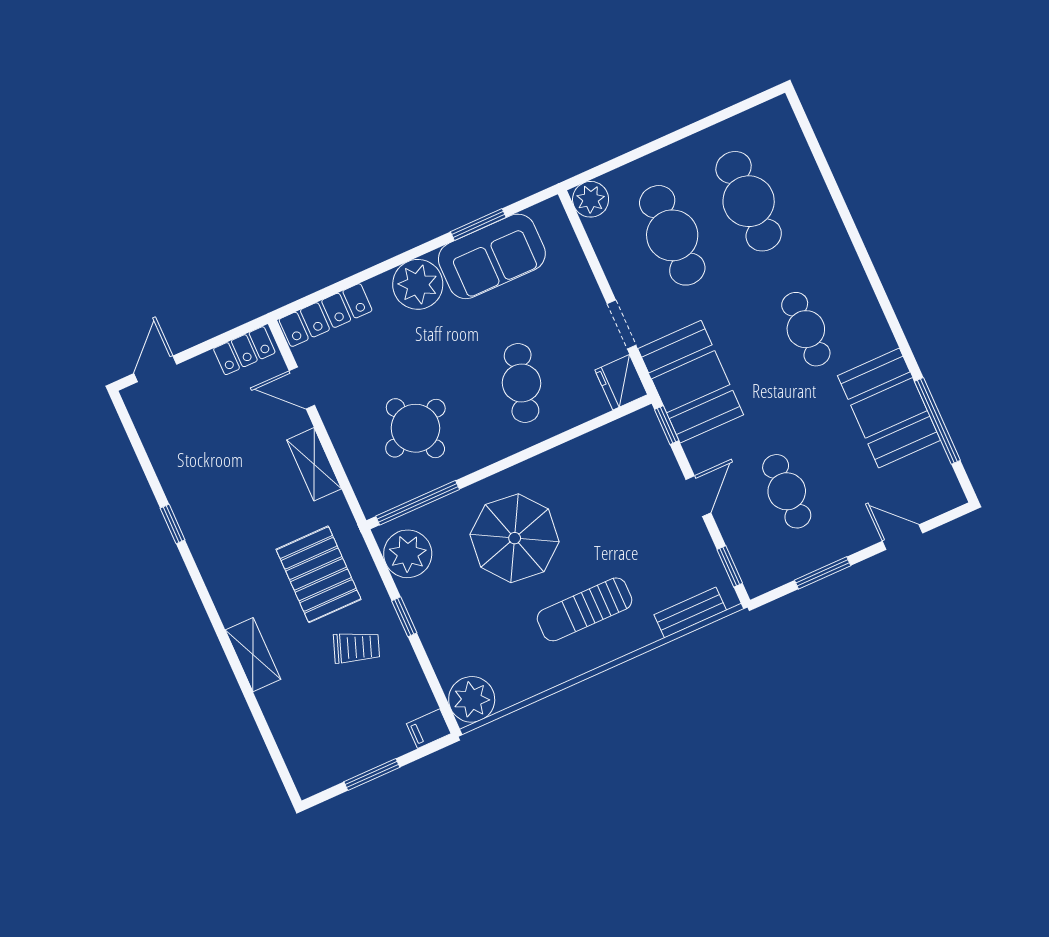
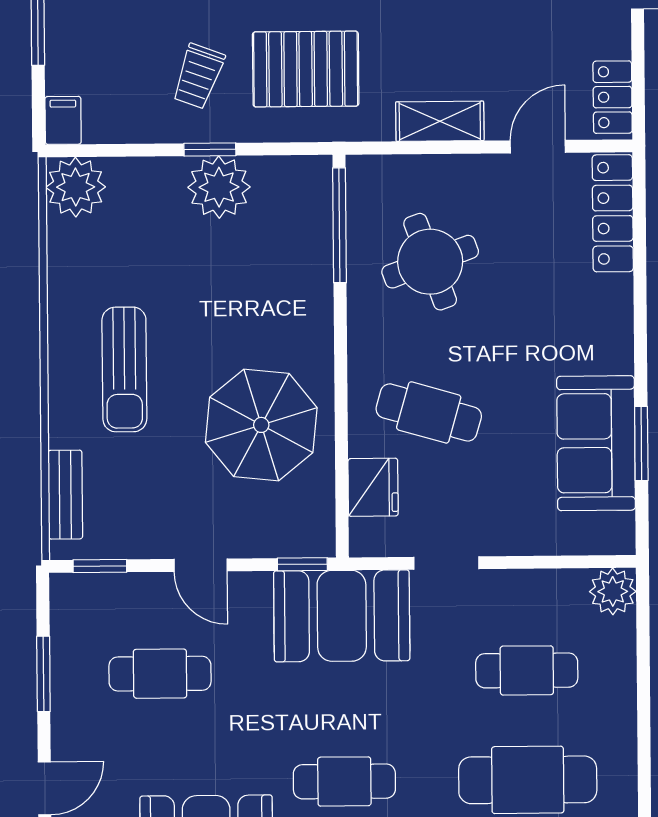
cafe table: (672, 235) -> (527, 670), width x0.73, depth x0.74
plant: (418, 284) -> (601, 340), removed
fridge: (621, 382) -> (373, 487), moved, turned 90
parasol: (515, 538) -> (261, 425), moved
plant: (408, 554) -> (219, 187), moved
sun lounger: (585, 609) -> (124, 369), turned 180

